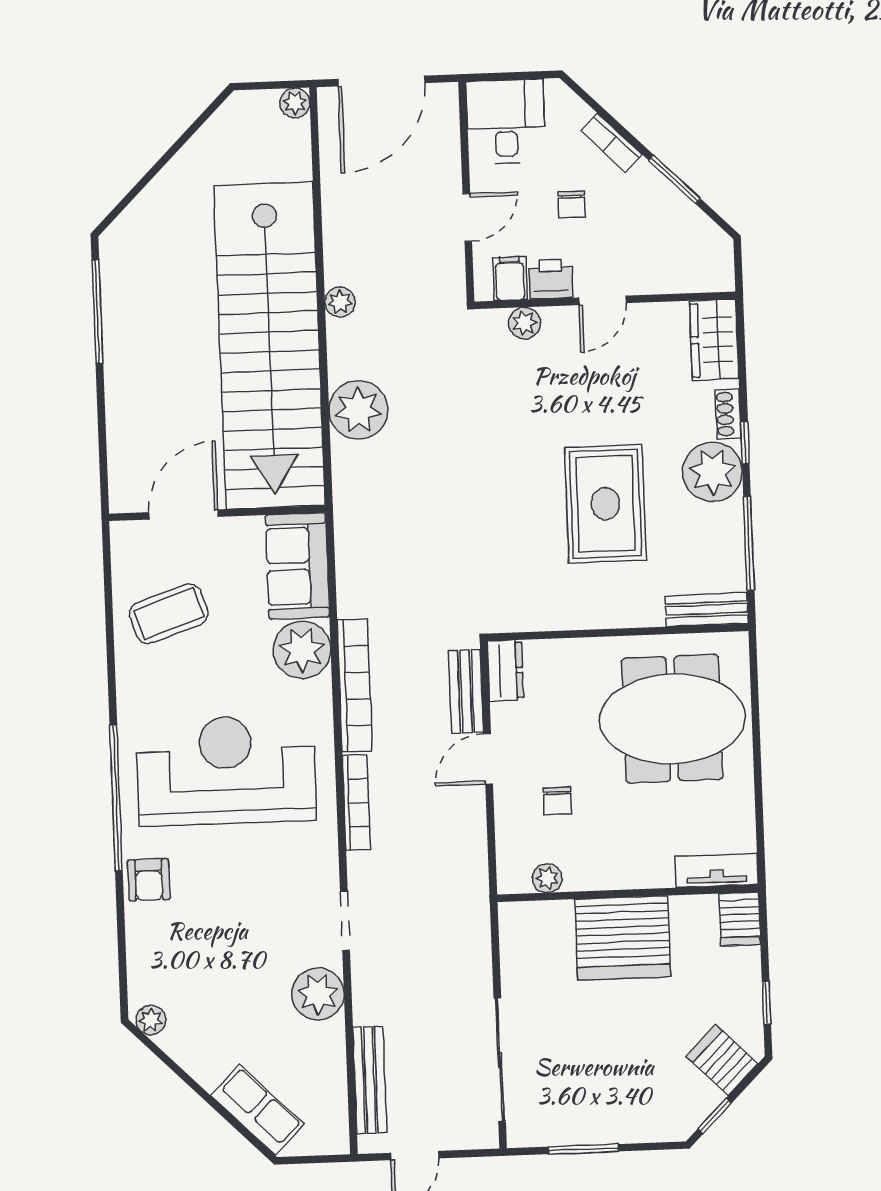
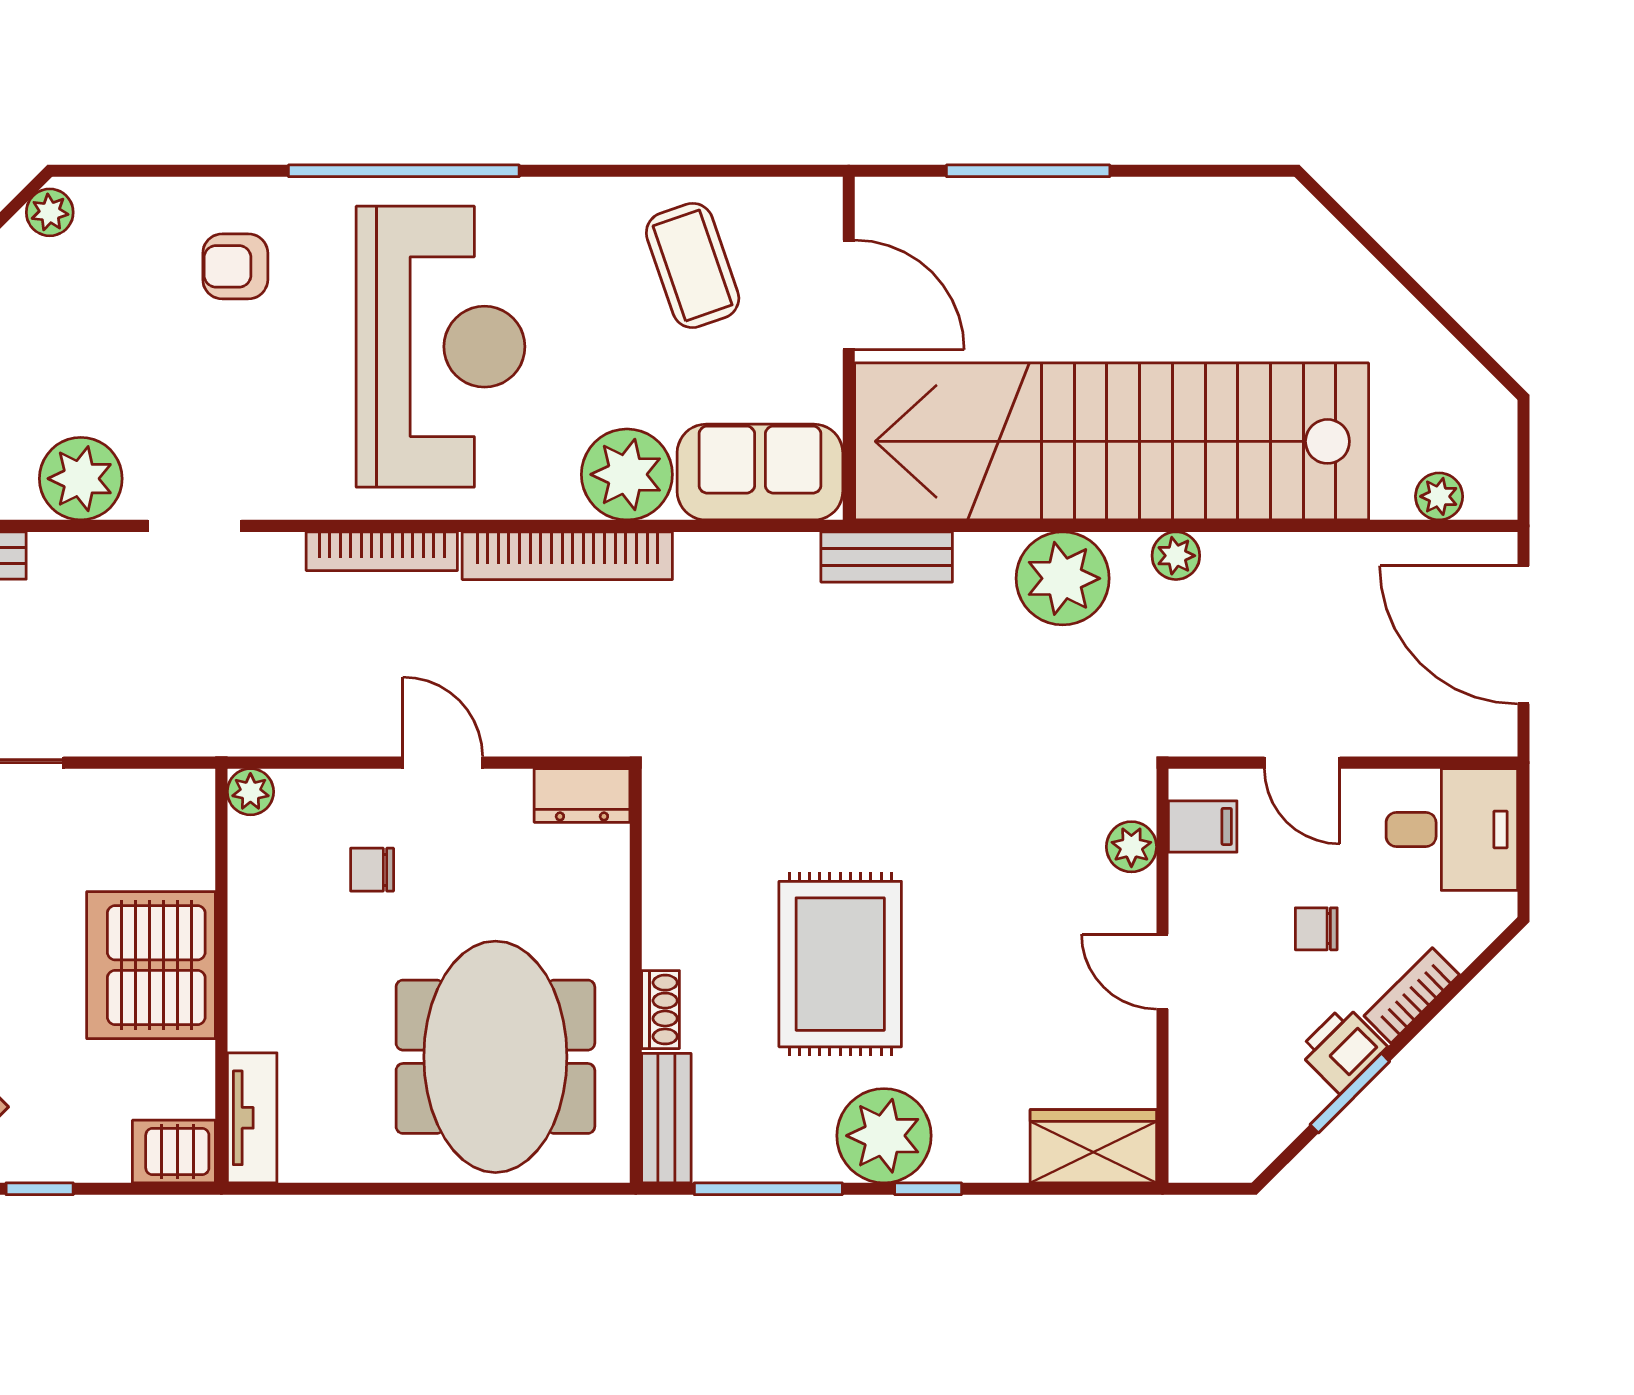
plant: (295, 103) -> (1439, 496), moved
printer: (551, 279) -> (1342, 1049), moved, turned -135
window: (97, 312) -> (1028, 171), moved
plant: (358, 410) -> (1063, 578), moved
shoe rack: (728, 414) -> (661, 1010), moved, turned 90
rug: (605, 504) -> (840, 964), turned 90
bench: (466, 691) -> (887, 557), moved
plant: (547, 878) -> (250, 792), moved
armchair: (149, 880) -> (235, 266), moved

